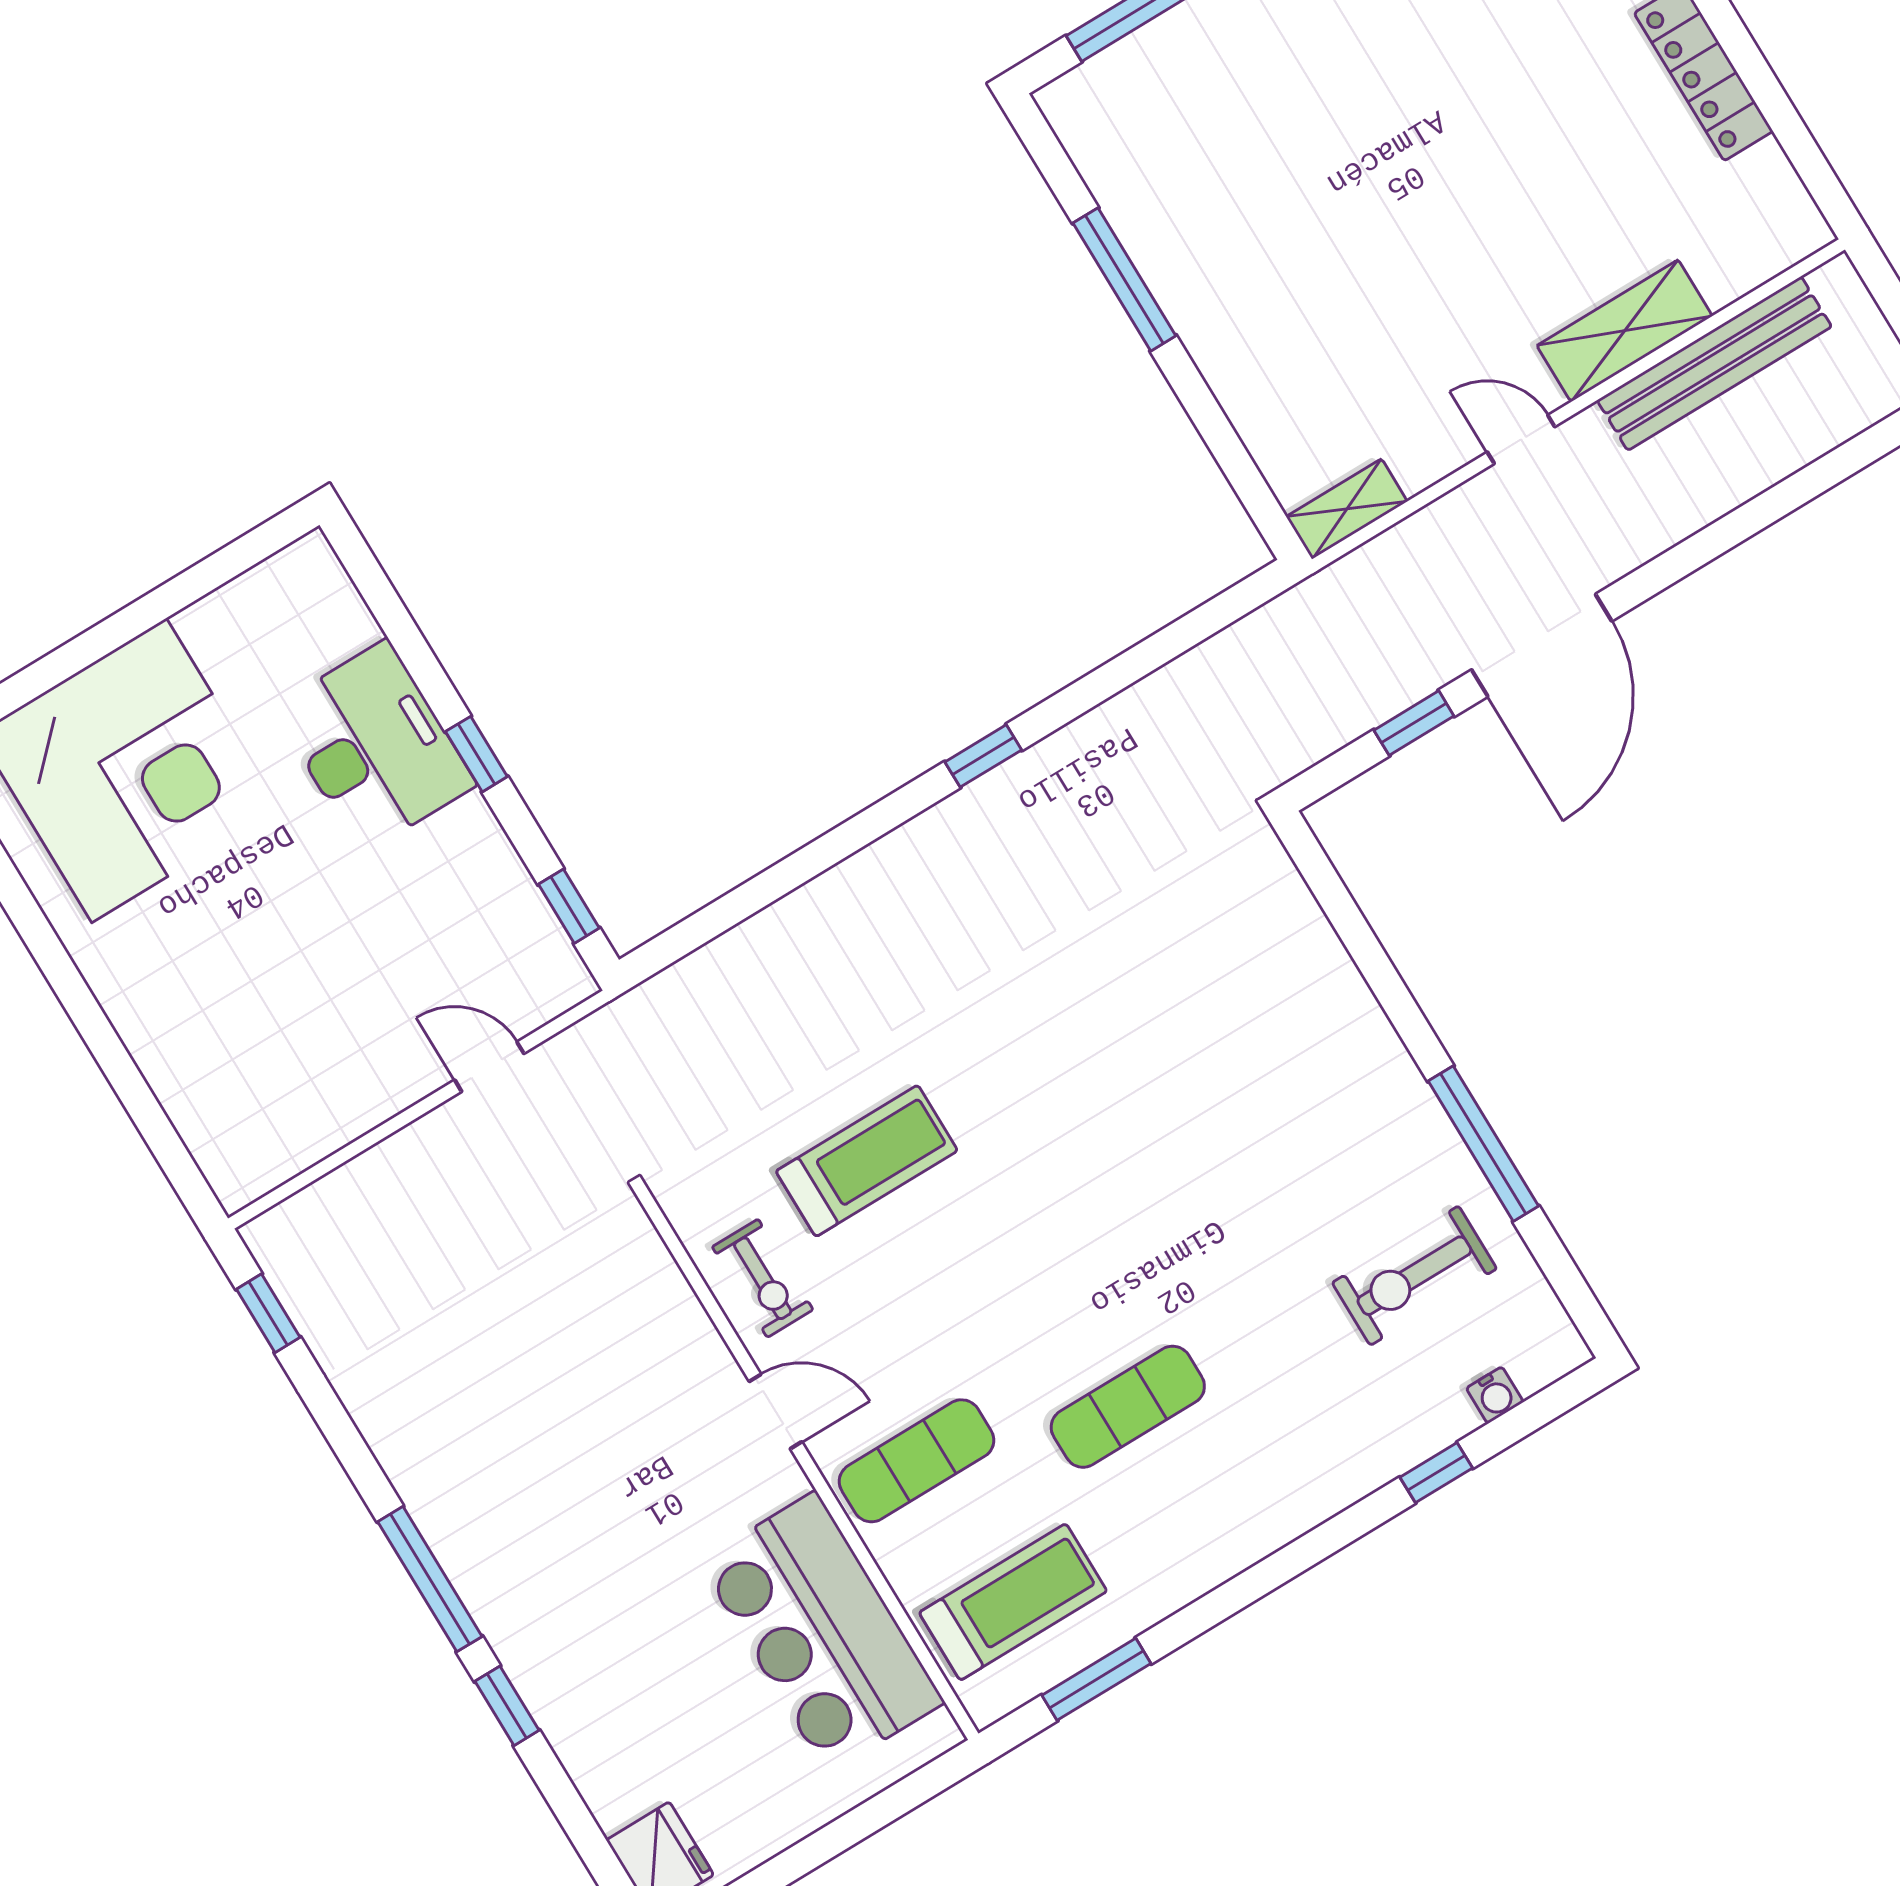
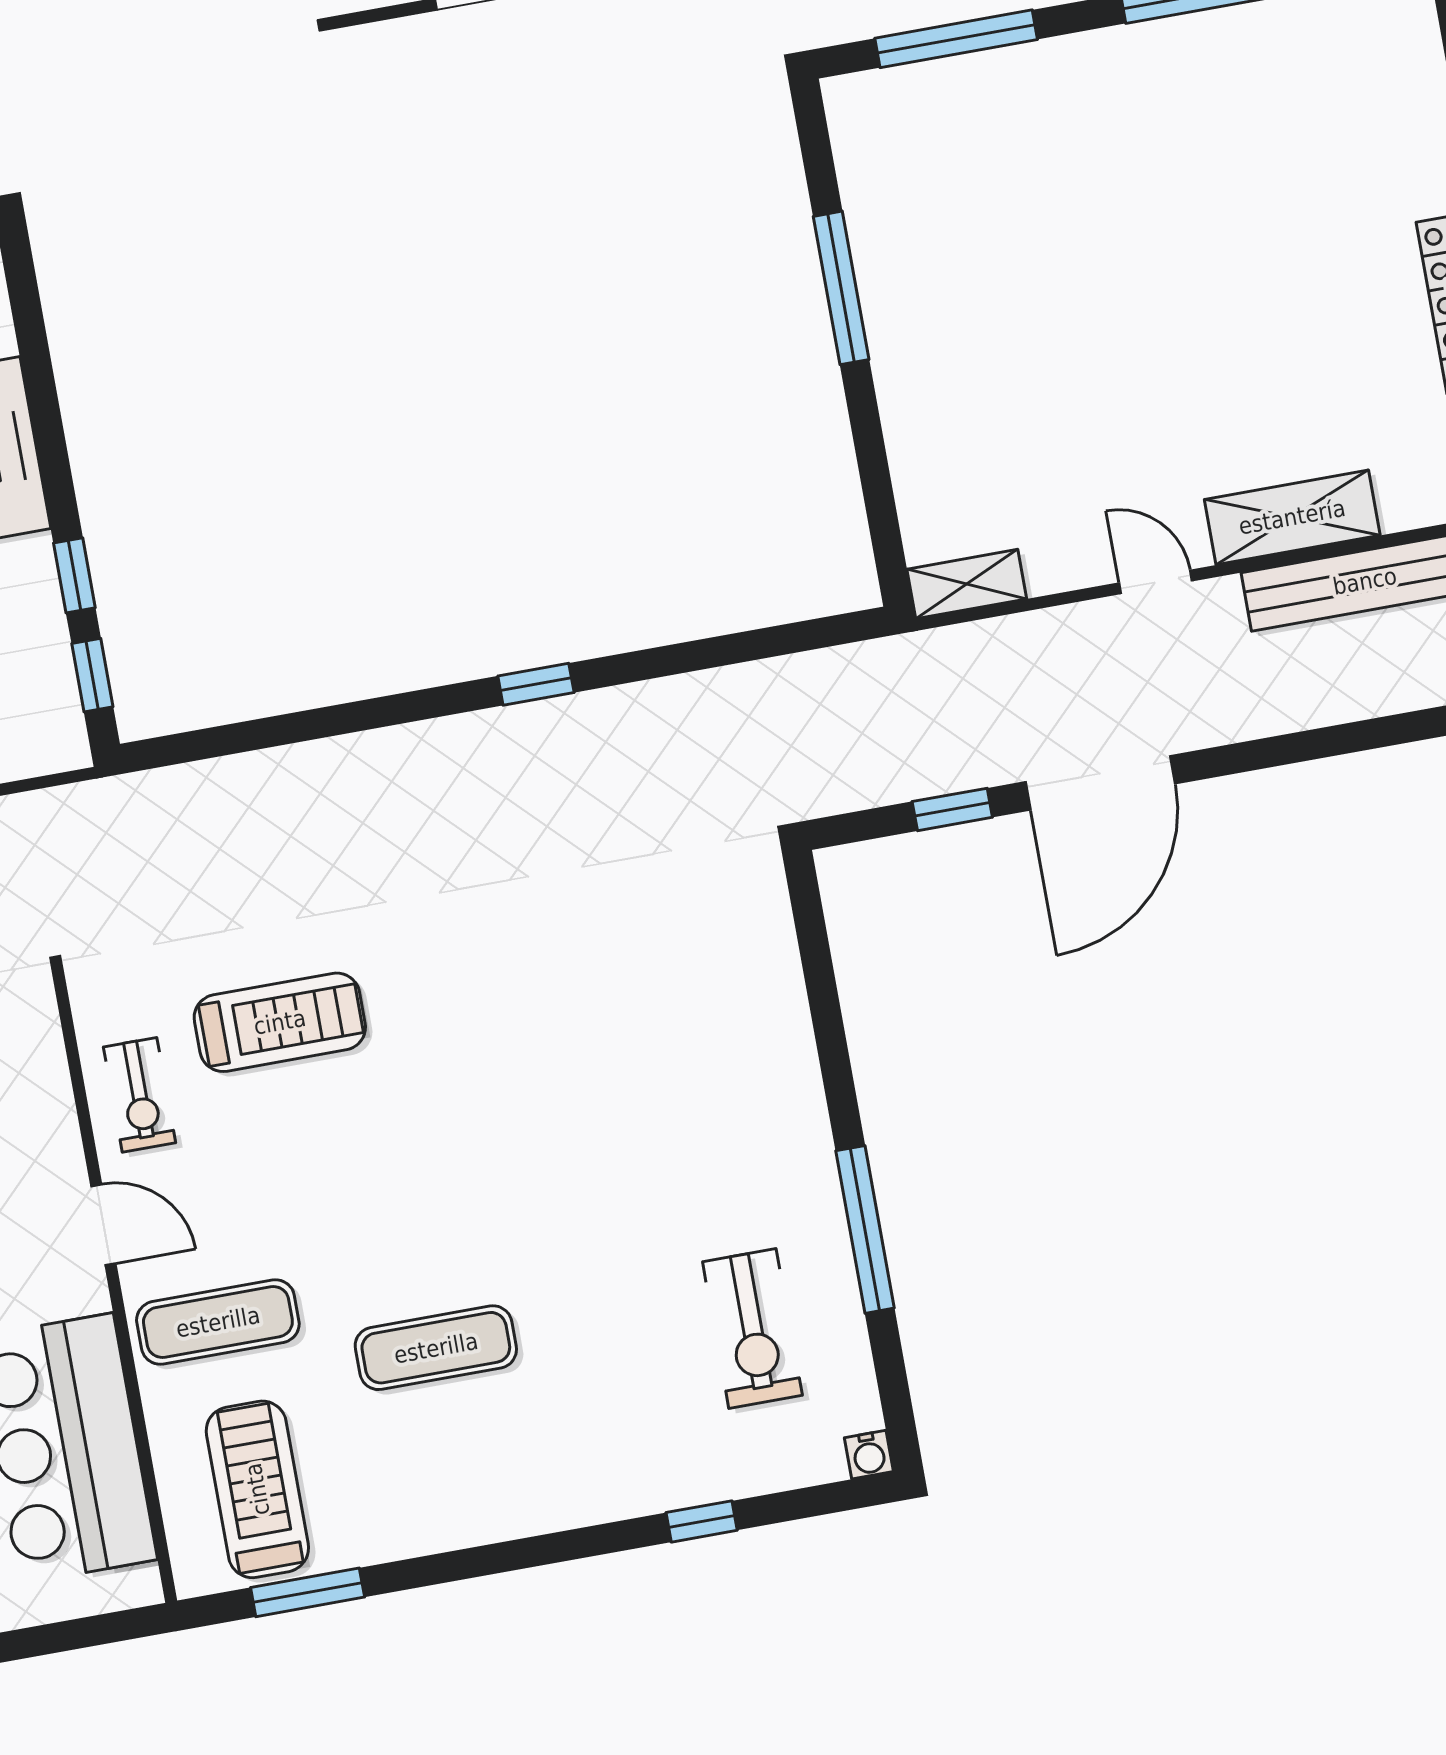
window: (476, 754) -> (74, 575), moved
exercise bike: (1414, 1276) -> (752, 1329), turned -90
water cooler: (1495, 1395) -> (869, 1455), moved
treadmill: (1013, 1602) -> (257, 1489), turned -90

